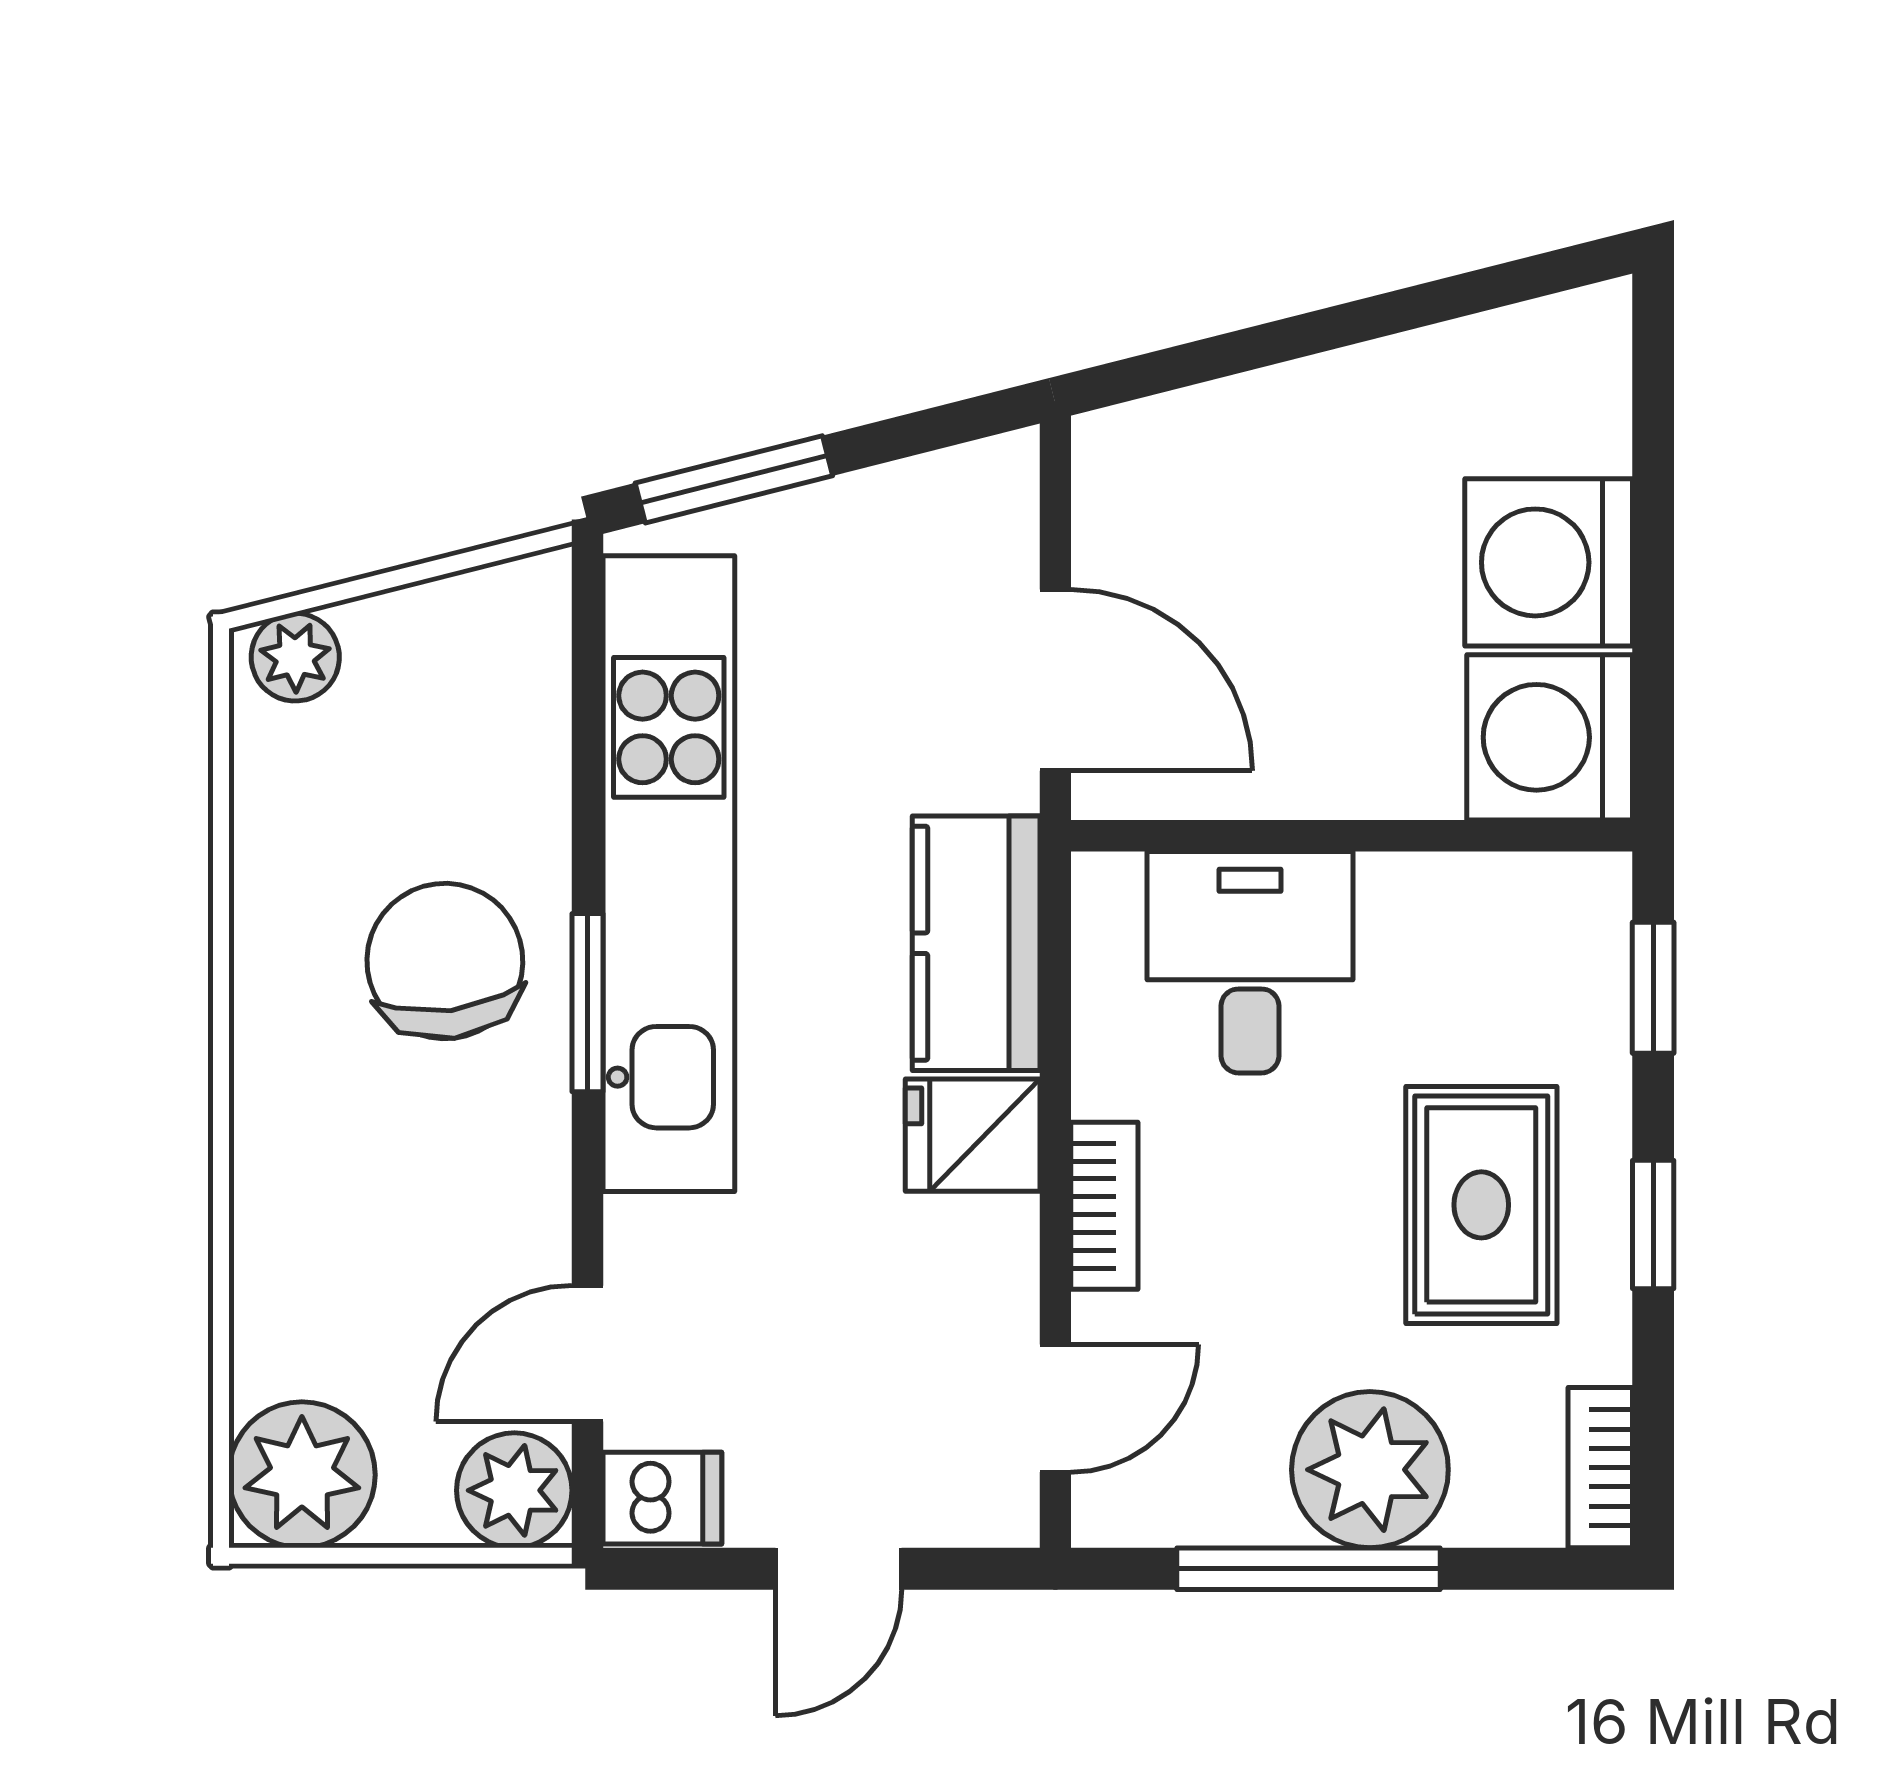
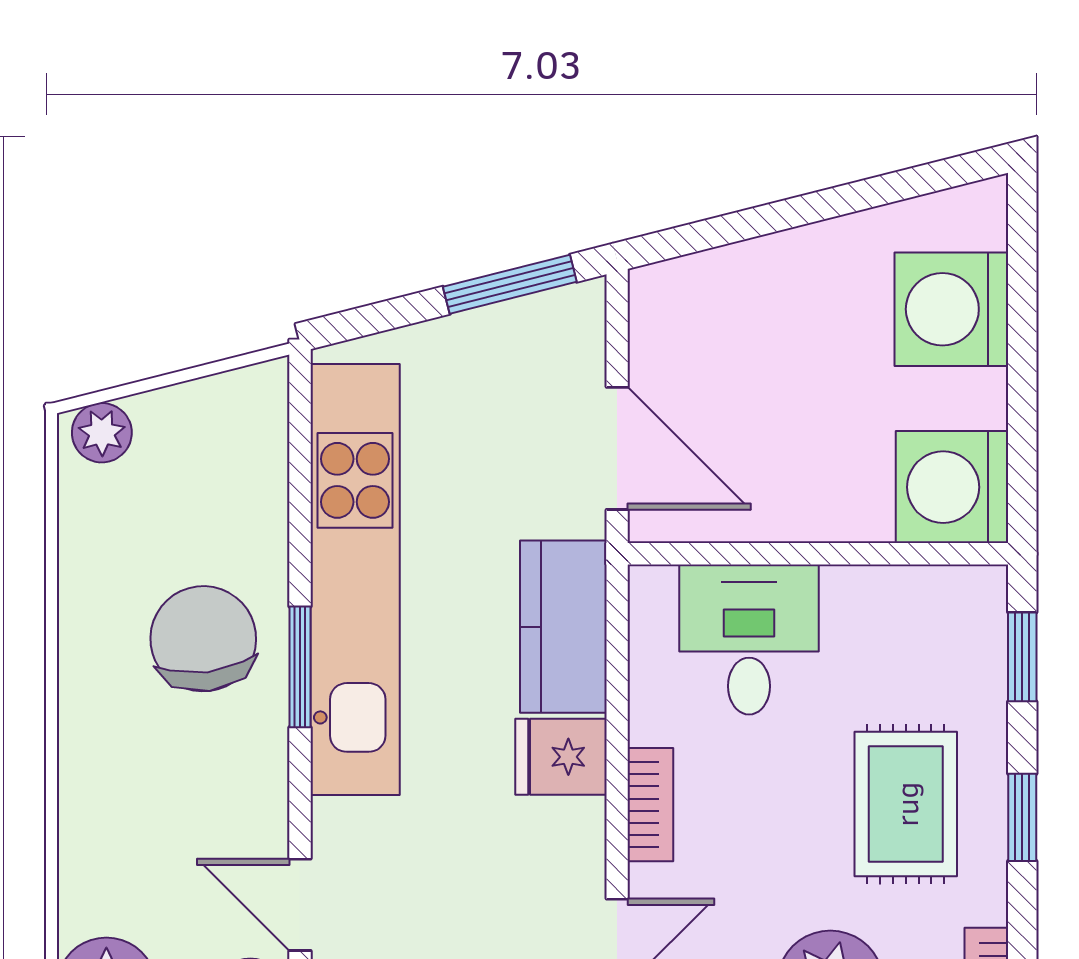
window: (734, 479) -> (510, 284), moved
washing machine: (1549, 562) -> (951, 309), moved
door: (587, 1354) -> (300, 905), hinge flipped

